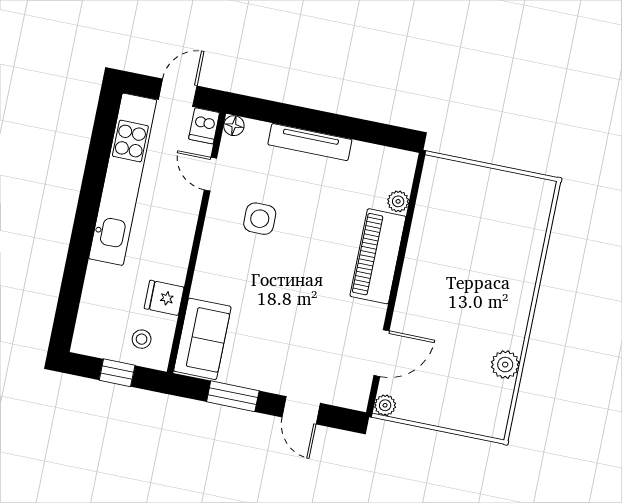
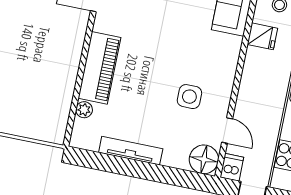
floor lamp: (234, 126) -> (204, 159), width x1.89, depth x1.89
tv unit: (310, 142) -> (131, 151), moved

